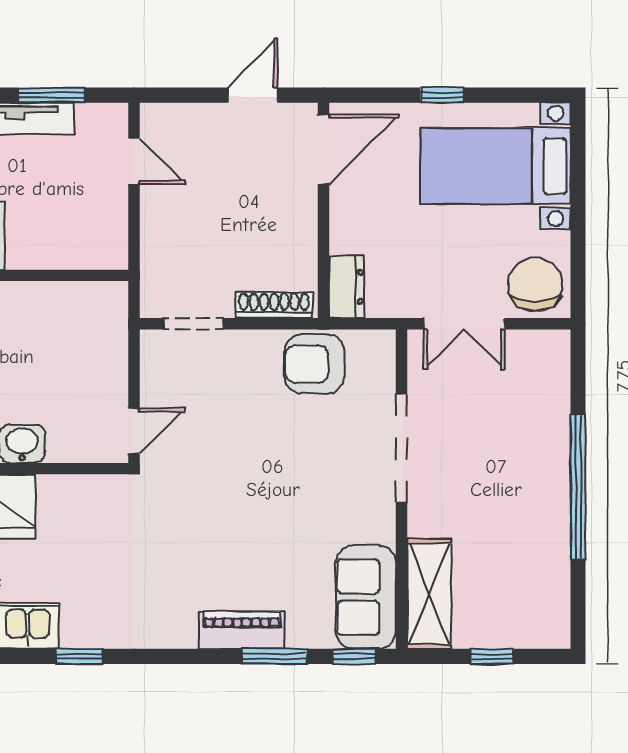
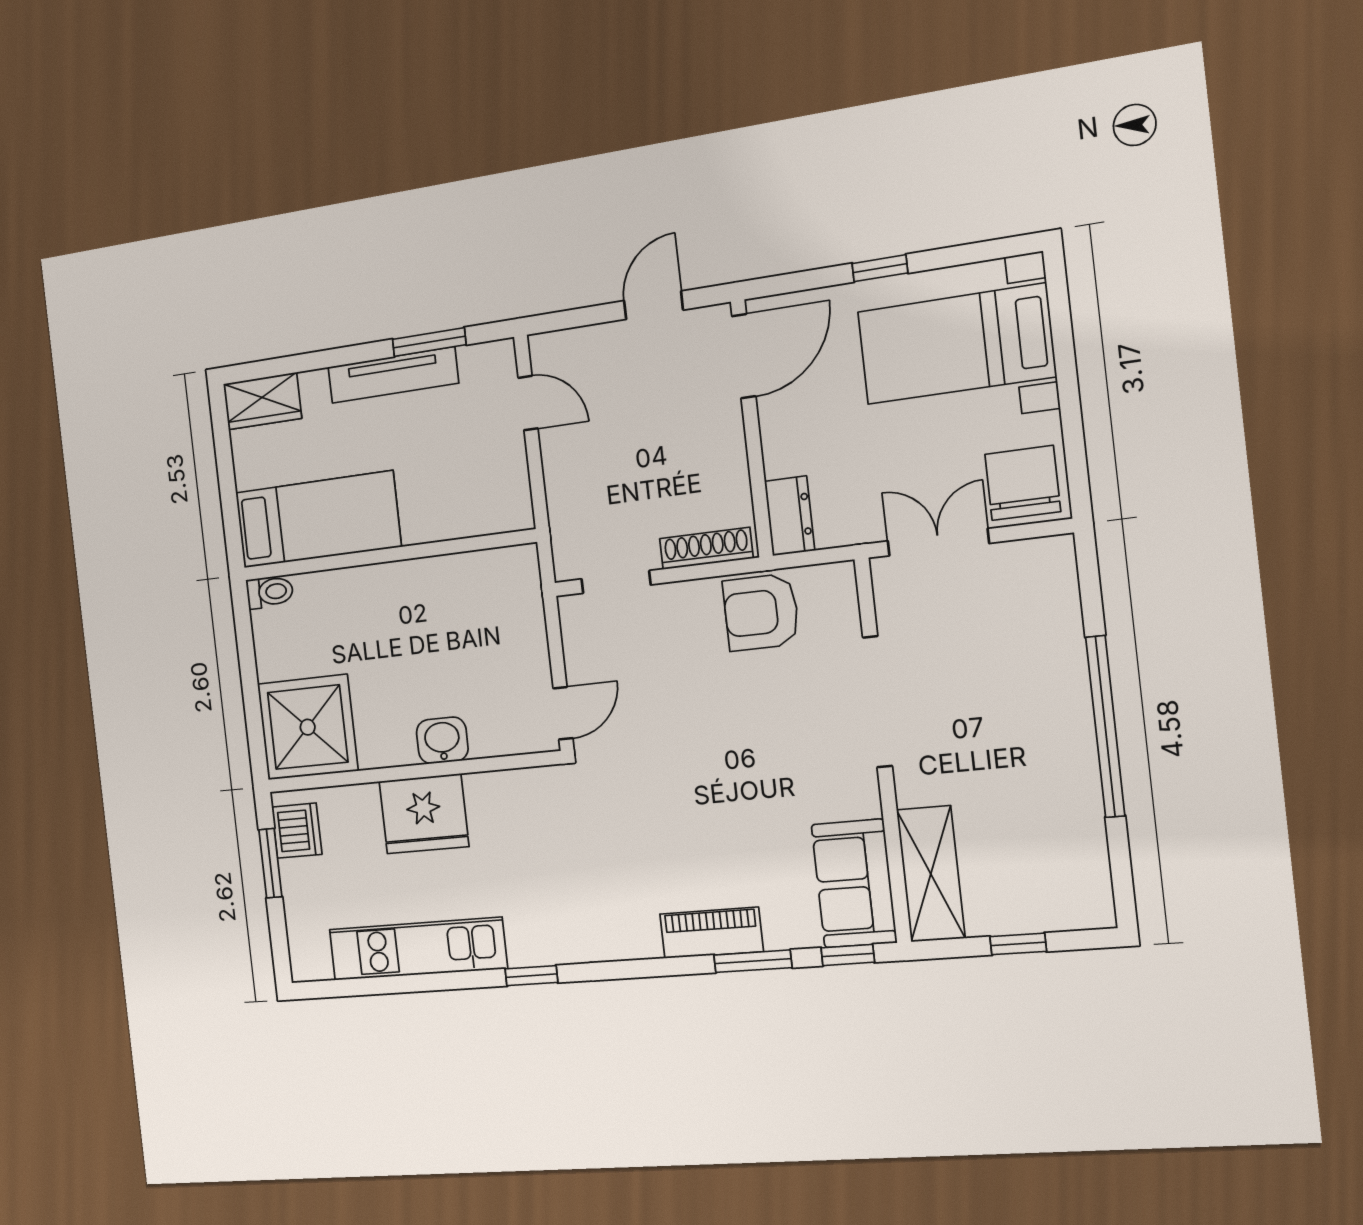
double door: (464, 324) -> (938, 542), swing flipped

